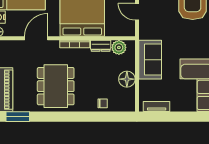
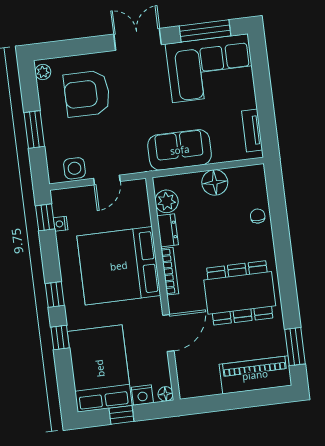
door: (36, 38) -> (168, 333), swing flipped

